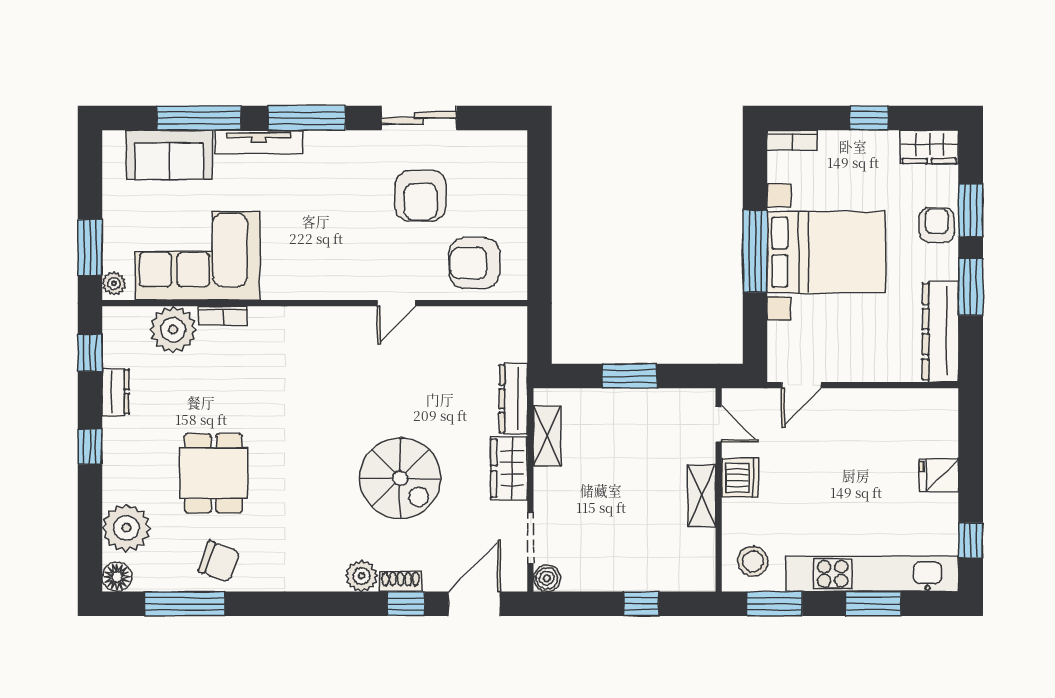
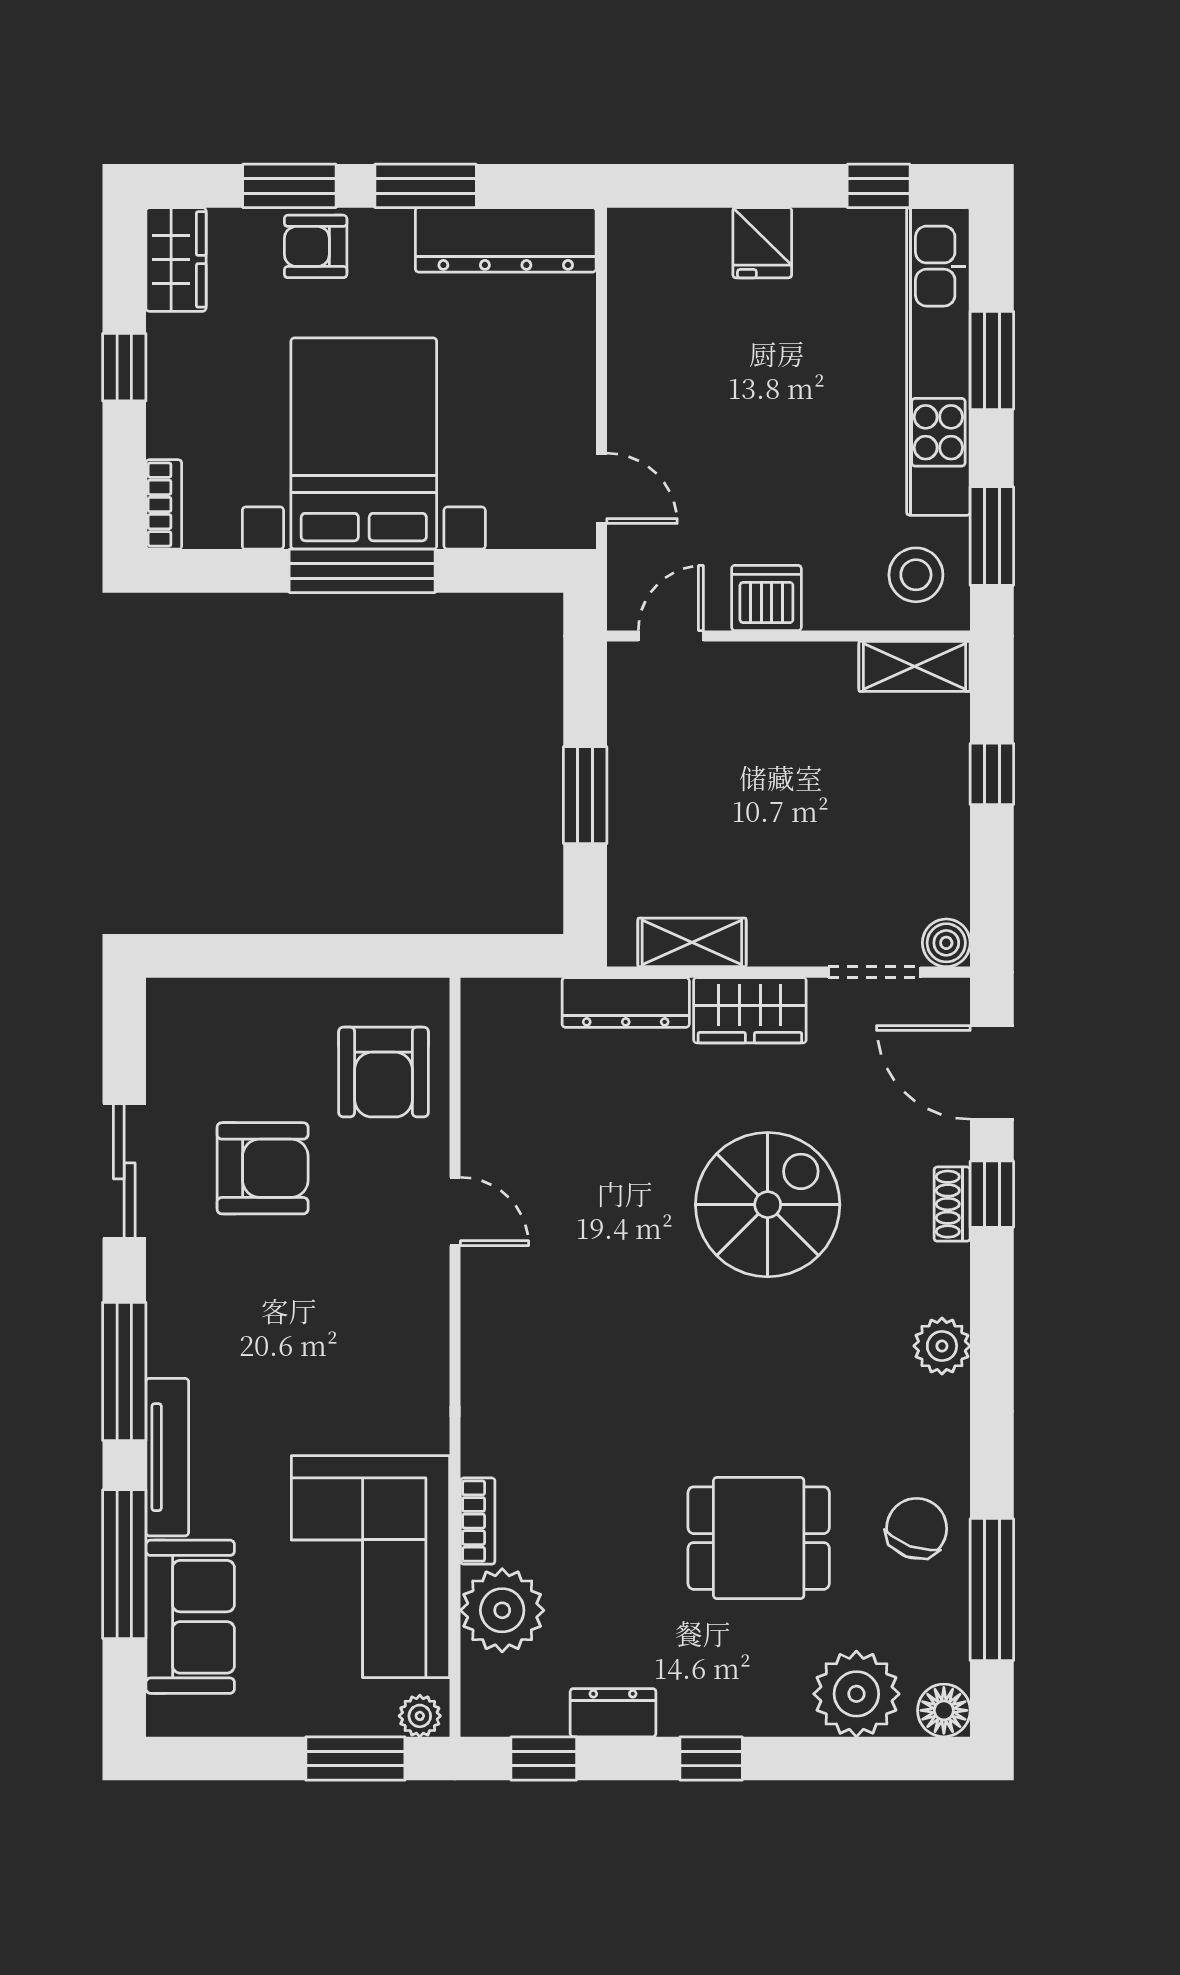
shelving: (702, 496) -> (915, 666), moved
plant: (361, 576) -> (942, 1346), moved

